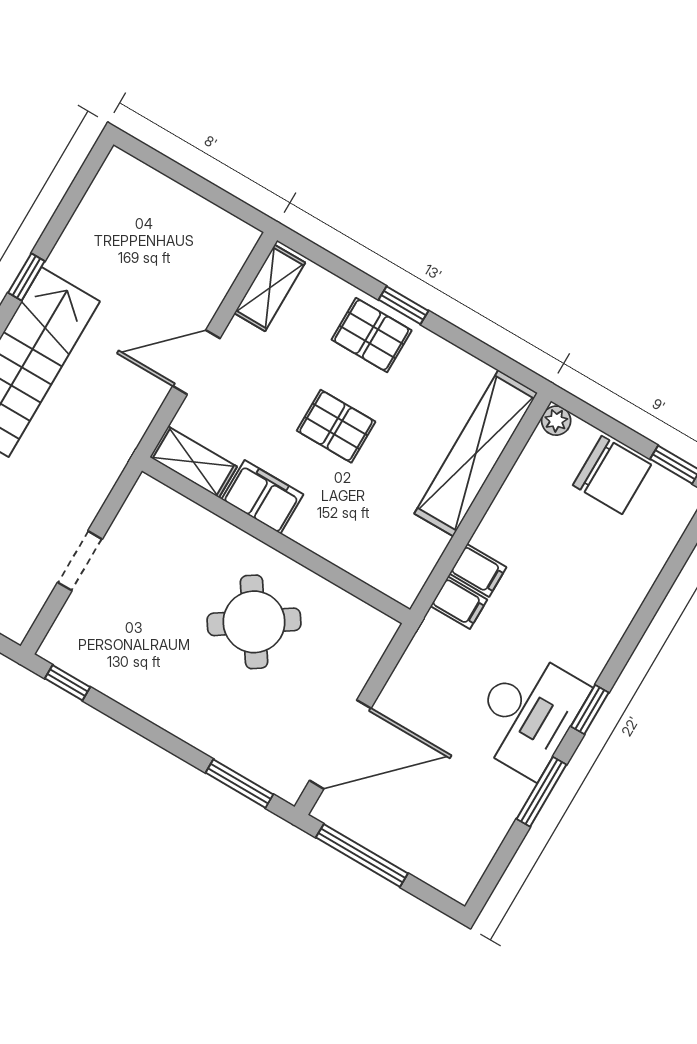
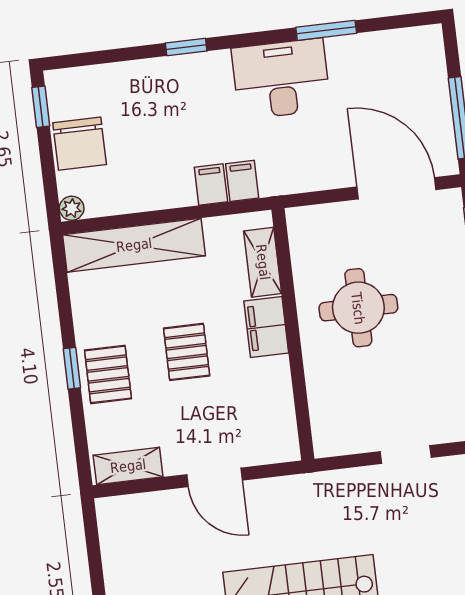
shelving: (193, 462) -> (263, 262), moved
chair: (612, 475) -> (80, 144), turned 180
filing cabinet: (263, 497) -> (266, 327), moved
round table: (254, 622) -> (358, 308), turned 34
window: (590, 710) -> (186, 47), moved

